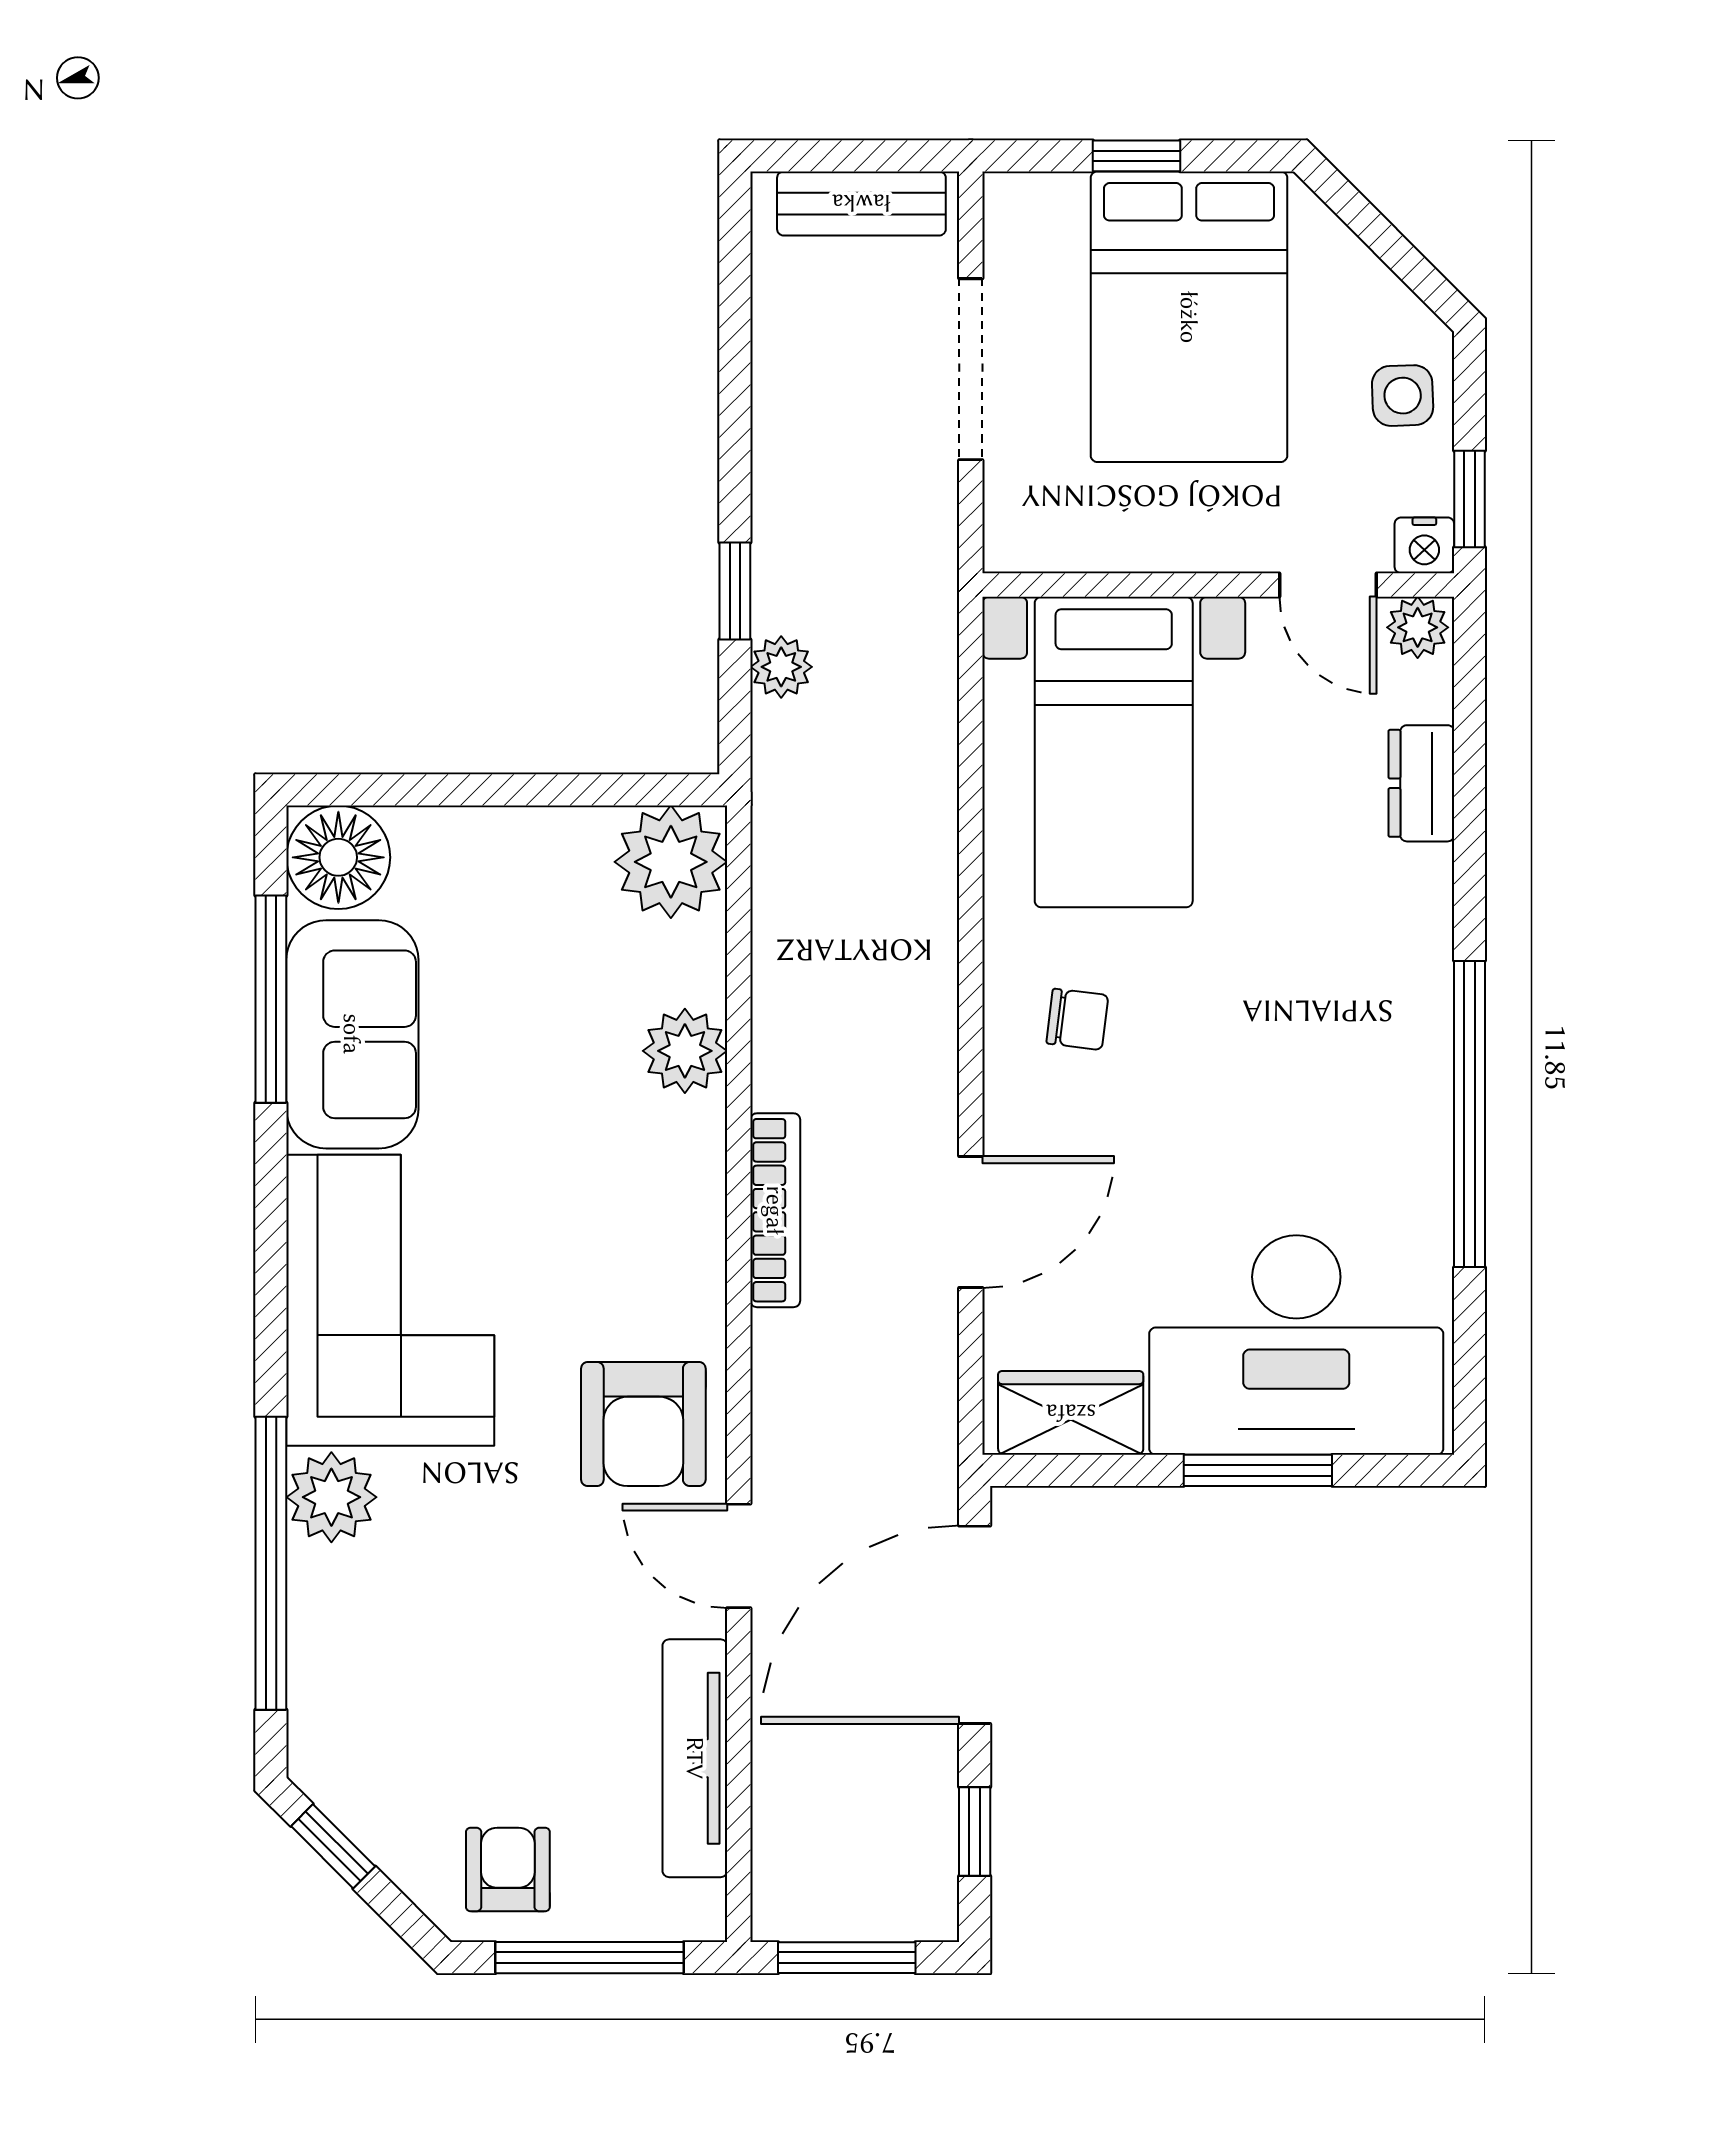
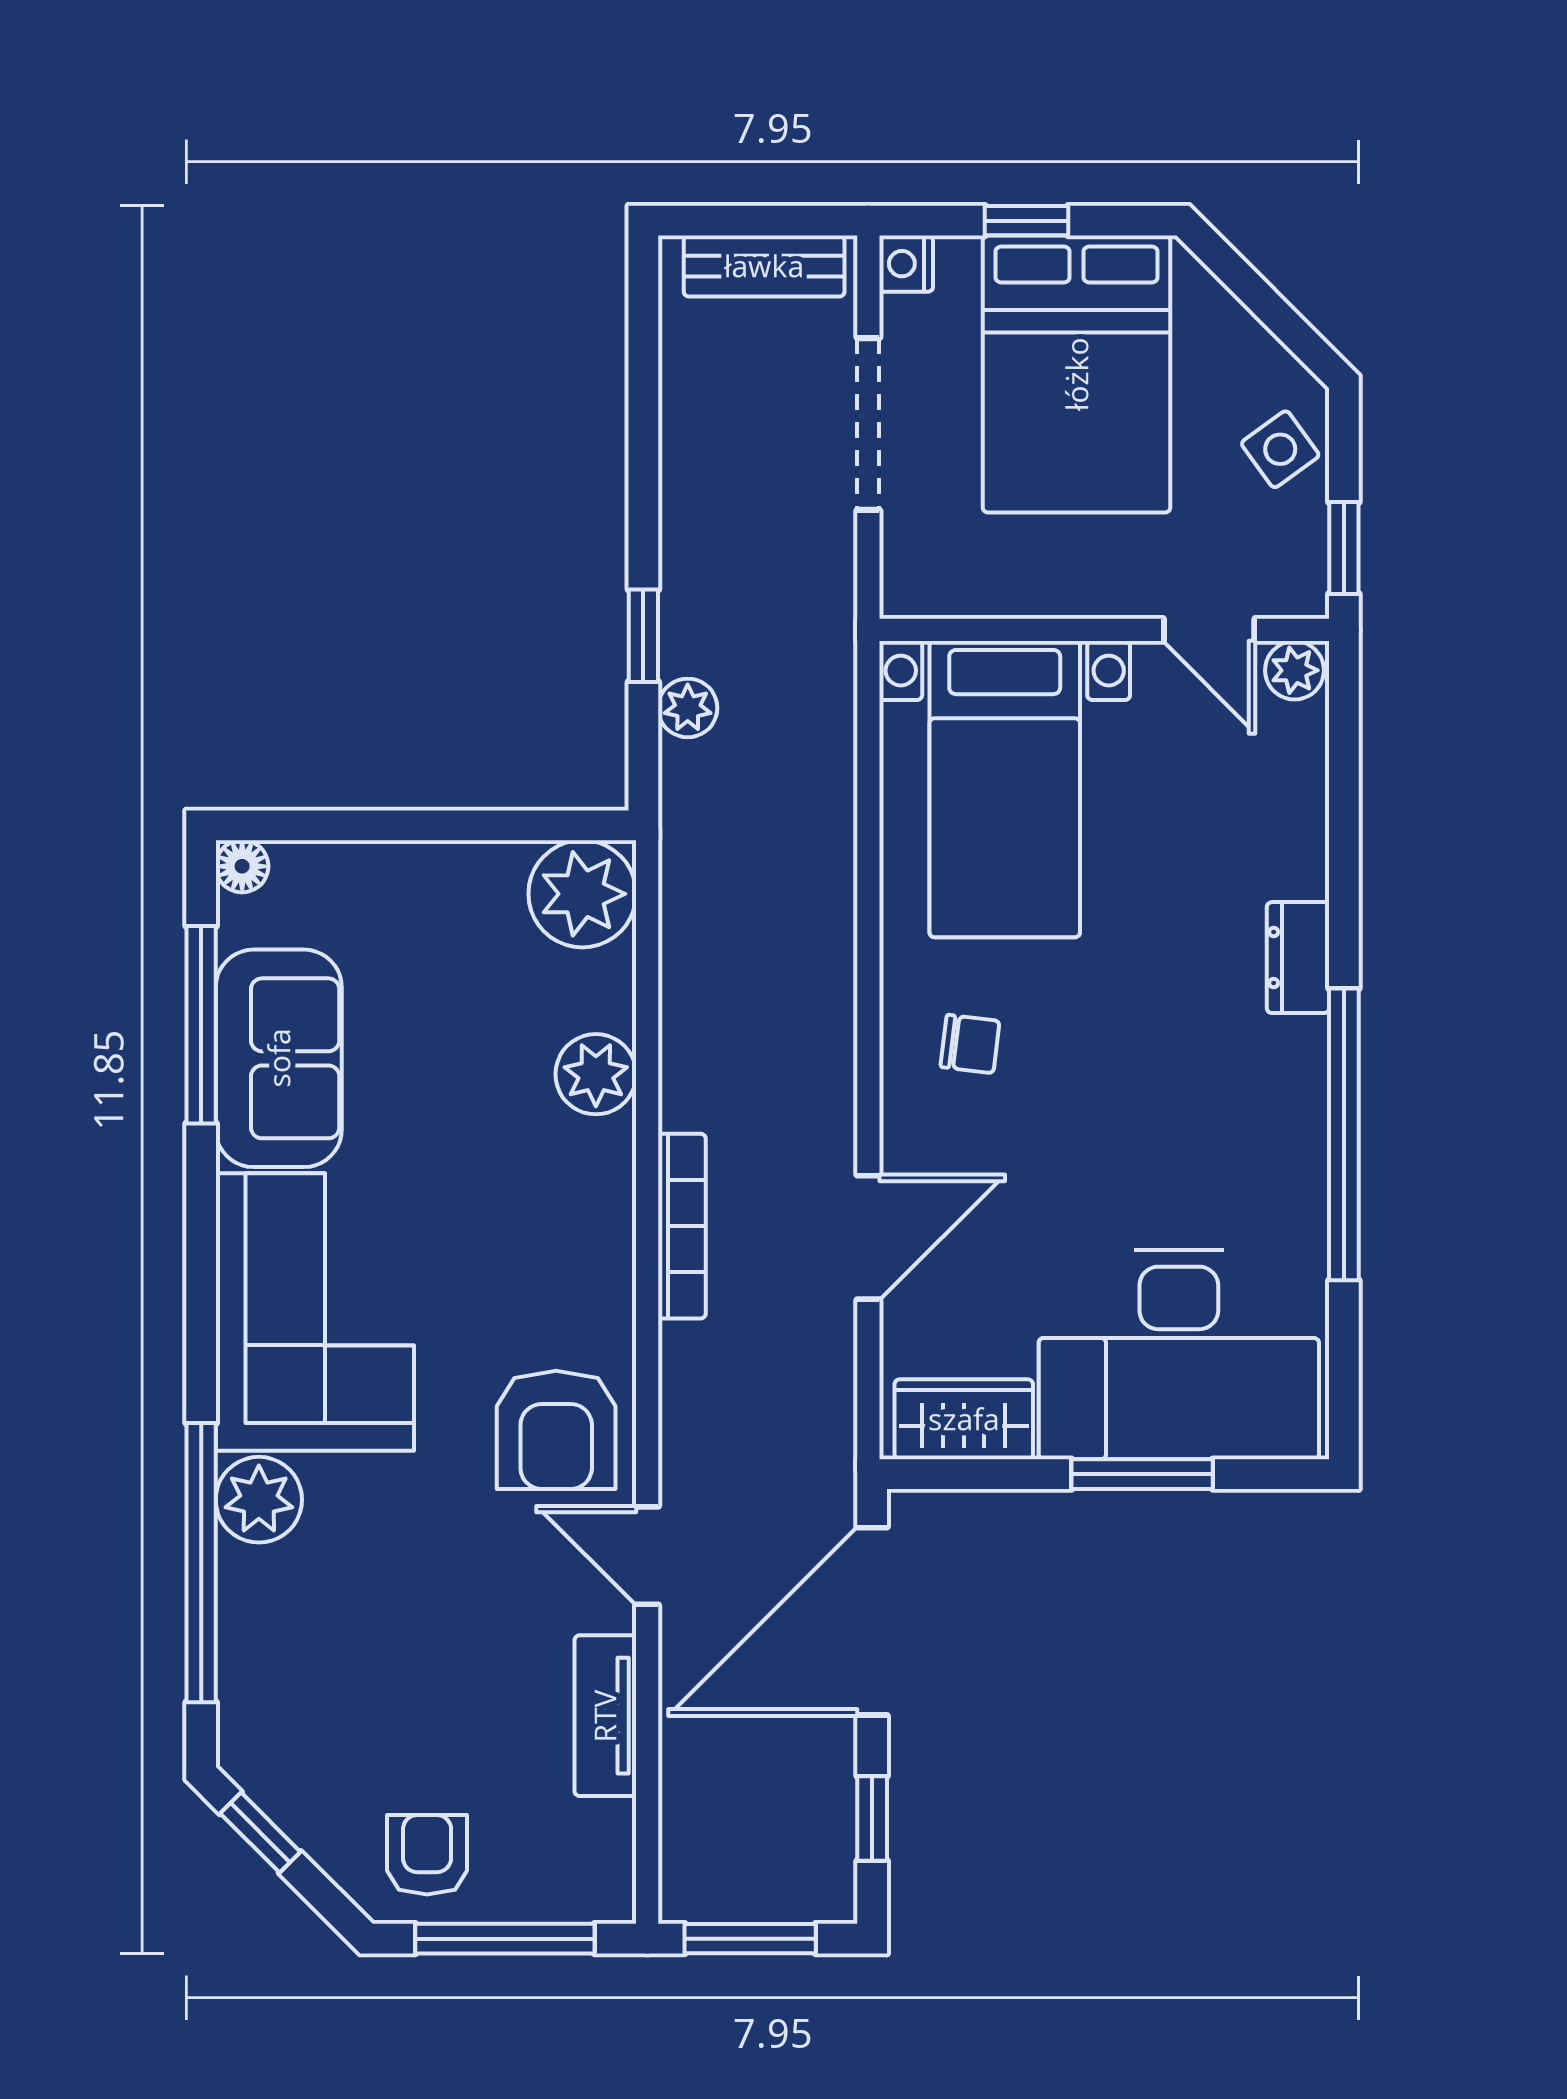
side table: (1403, 396) -> (1280, 449), turned -34
nightstand: (1424, 545) -> (906, 264), moved, turned 90
dresser: (1421, 783) -> (1298, 958), moved
floor lamp: (338, 857) -> (242, 866), width x0.53, depth x0.53
tv unit: (695, 1758) -> (605, 1716), width x0.71

